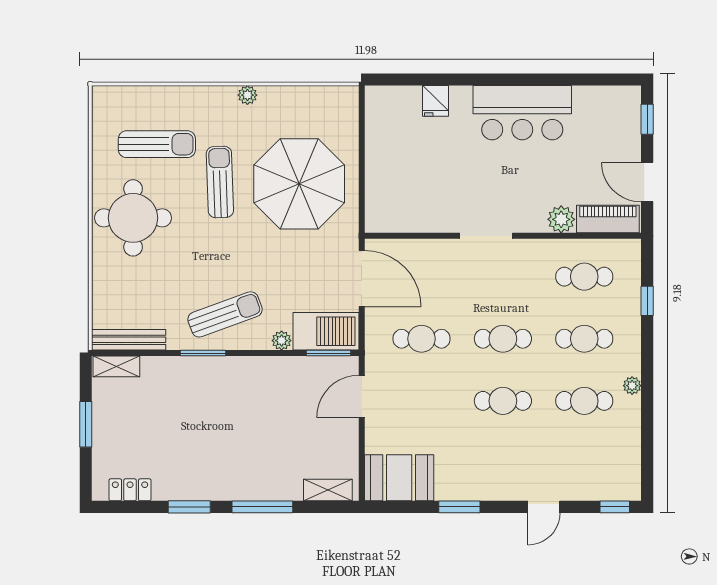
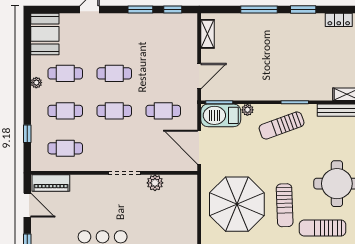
plant: (561, 219) -> (155, 183), moved
booth: (399, 478) -> (45, 34), moved, turned 90
shelving: (328, 490) -> (208, 34), moved, turned 90
window: (615, 507) -> (173, 10), moved

